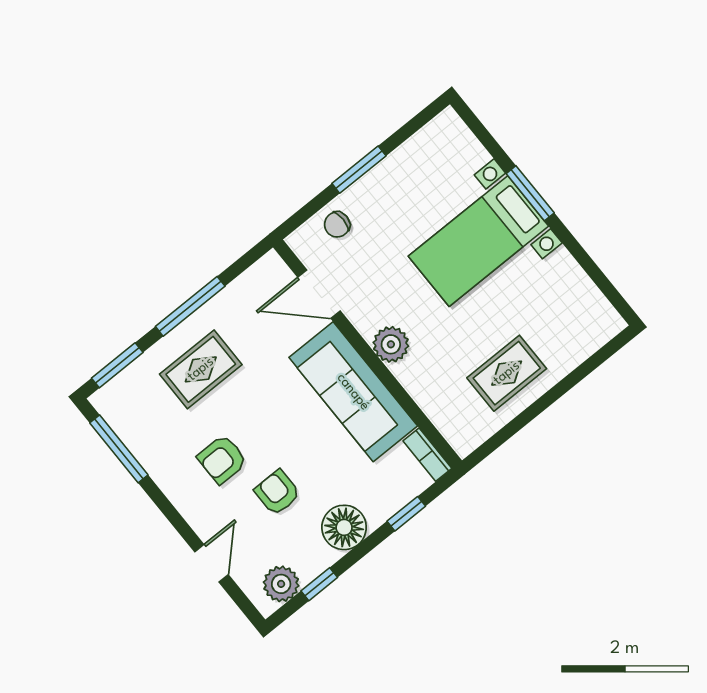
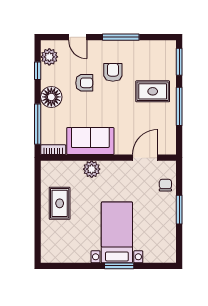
plant: (391, 344) -> (92, 169), moved
rug: (201, 369) -> (153, 91), turned 90
sofa: (353, 392) -> (90, 141), width x0.73
window: (119, 449) -> (121, 37), moved
window: (406, 514) -> (38, 124), width x2.17

